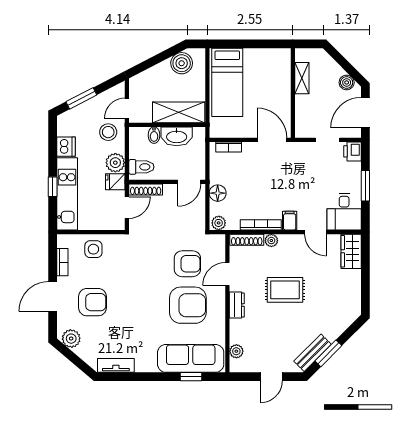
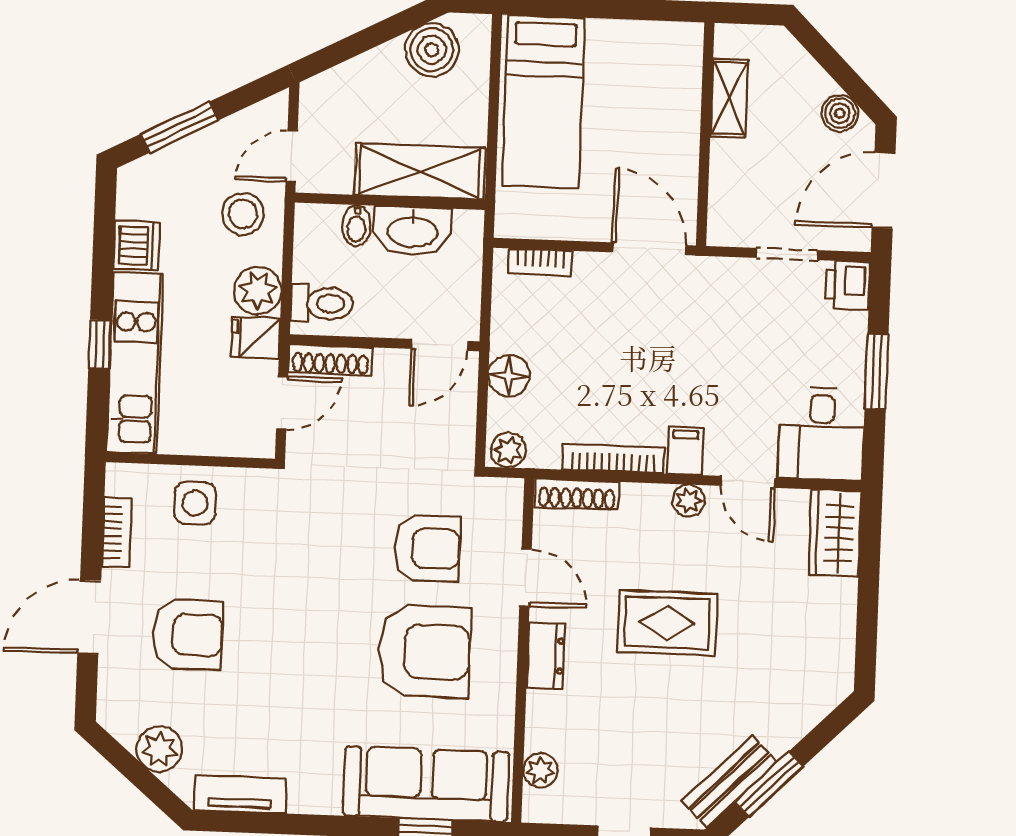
plant: (271, 241) -> (688, 501), moved
door: (227, 274) -> (526, 578), swing flipped
plant: (71, 339) -> (159, 749), moved

